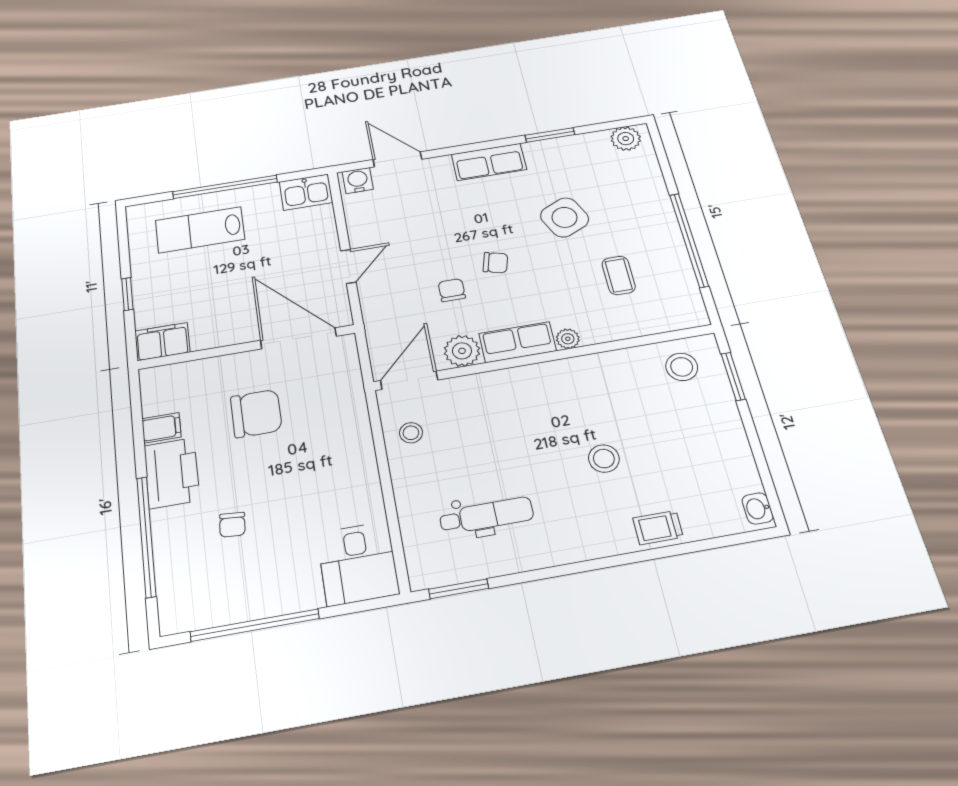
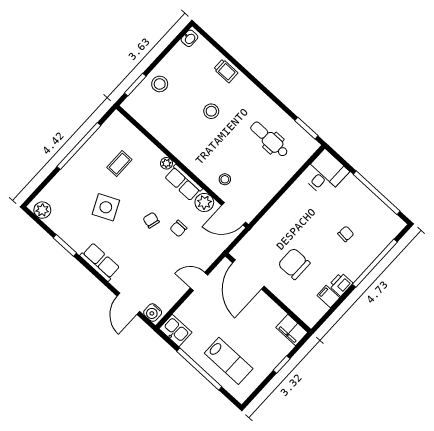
stool: (682, 367) -> (160, 84), moved
stool: (411, 433) -> (225, 179), moved
printer: (172, 473) -> (341, 284), width x0.53, depth x0.68

